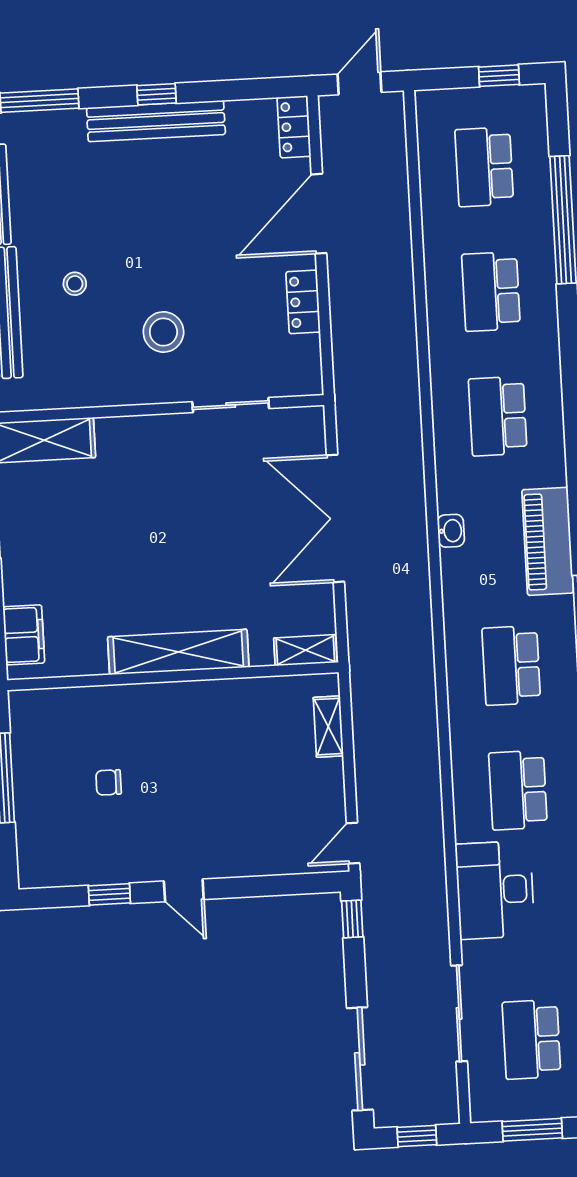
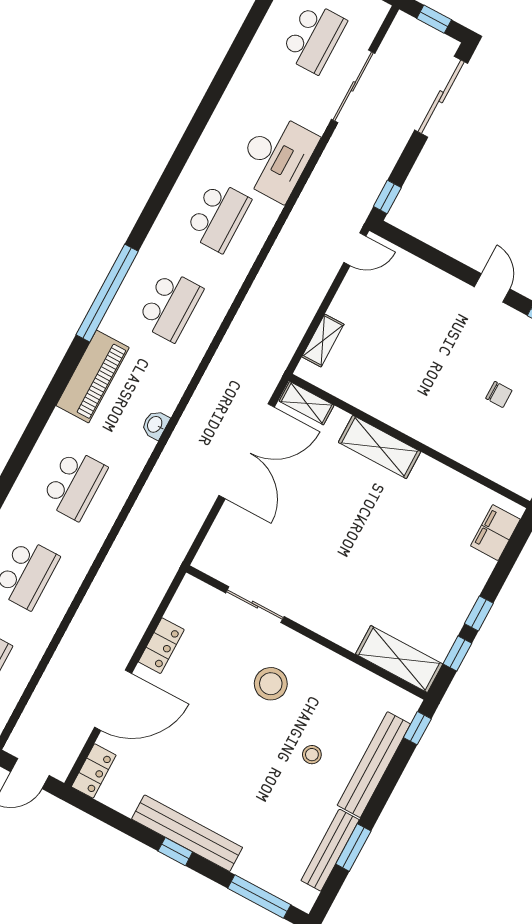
double door: (335, 518) -> (247, 451), moved
shelving: (178, 652) -> (380, 447), width x0.68

